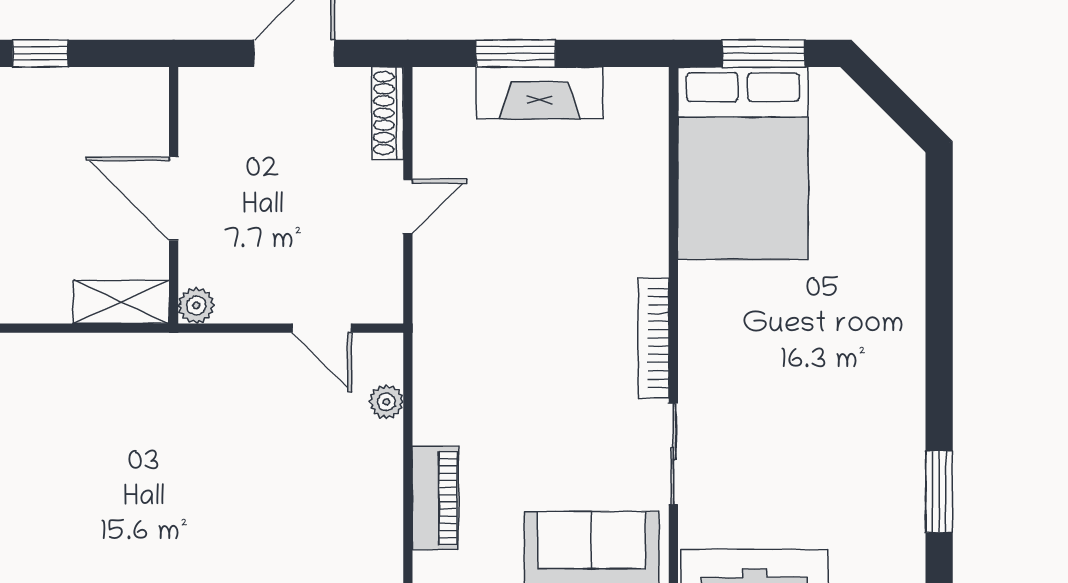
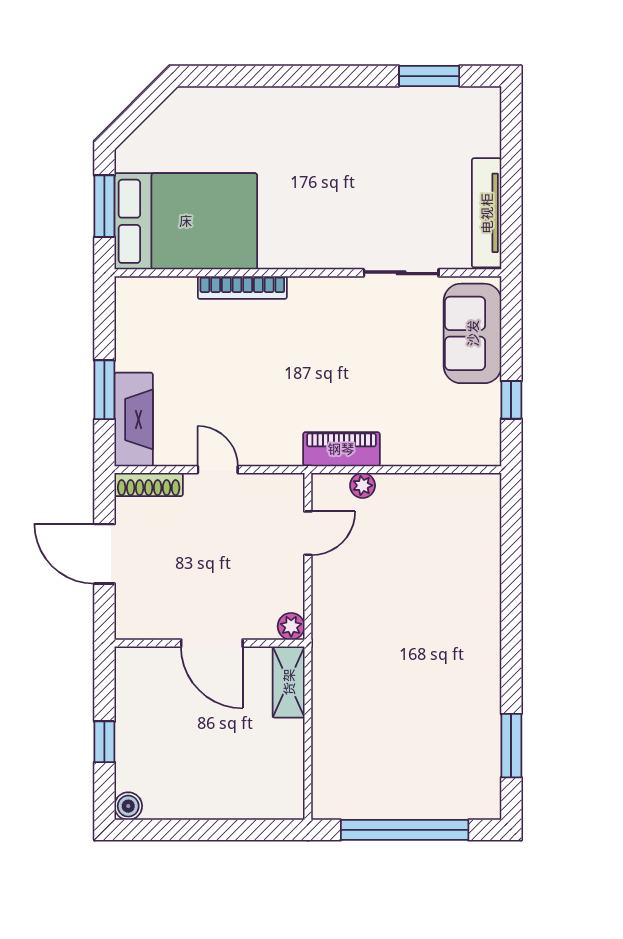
fireplace: (540, 93) -> (134, 419), moved
door: (174, 198) -> (212, 643), hinge flipped
bookcase: (654, 338) -> (242, 288), moved
piano: (435, 498) -> (341, 449), moved

